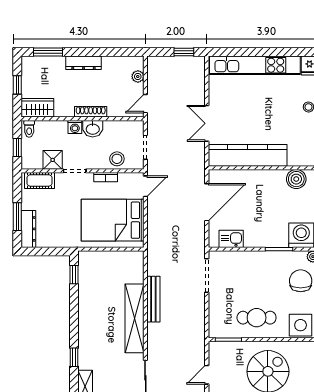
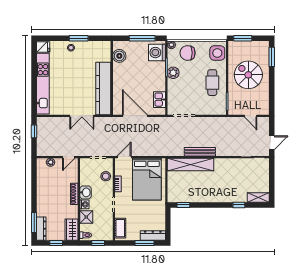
dresser: (83, 63) -> (41, 229), moved
door: (145, 104) -> (69, 157), hinge flipped
shower: (53, 160) -> (86, 217), moved
door: (145, 186) -> (124, 157), hinge flipped
plant: (271, 259) -> (173, 73), added
shelving: (134, 318) -> (191, 164), moved

